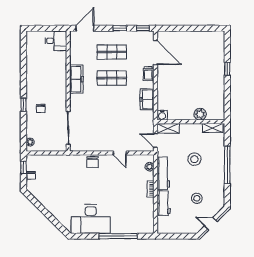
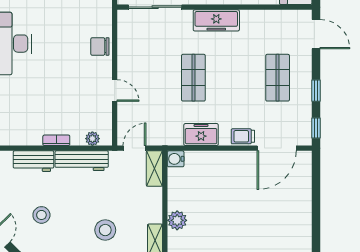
shop shelf: (112, 78) -> (193, 78), moved
freezer: (76, 79) -> (216, 20), moved
door: (120, 153) -> (115, 90), swing flipped
stool: (194, 159) -> (105, 230), moved

